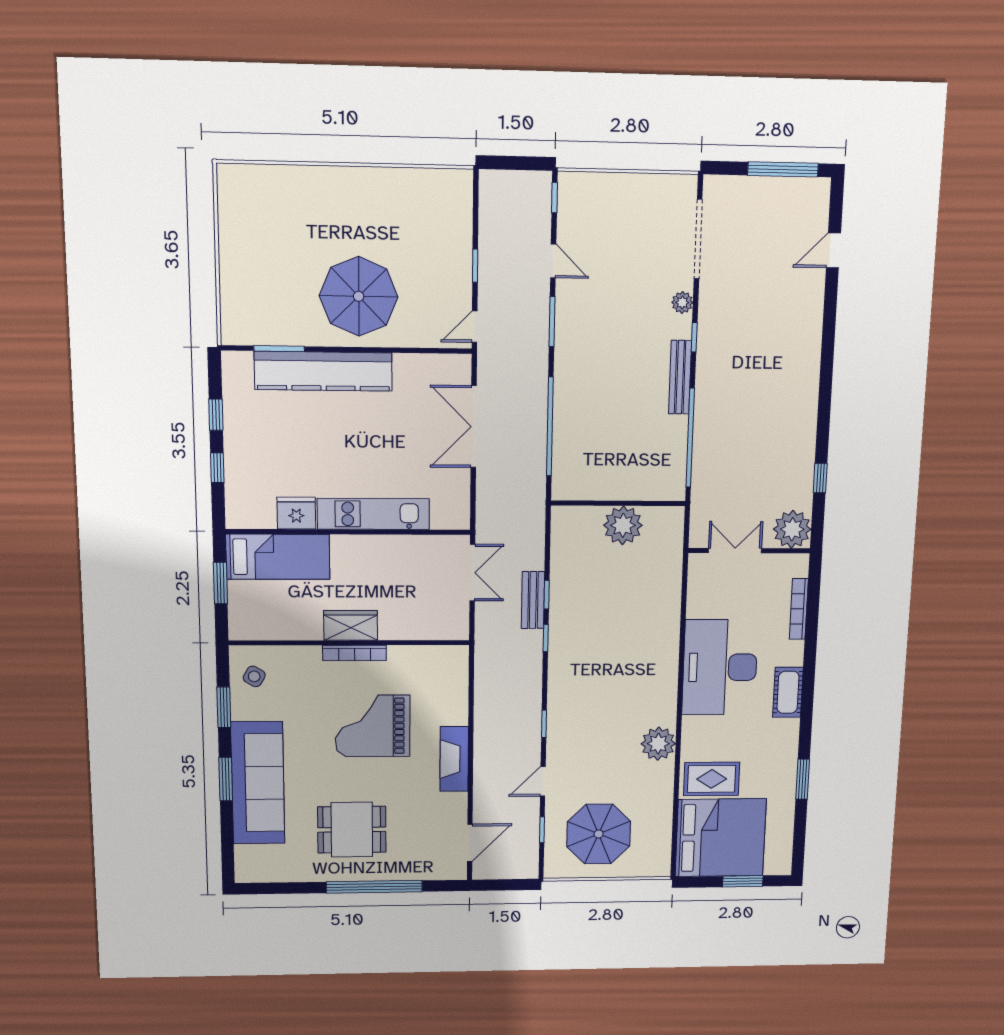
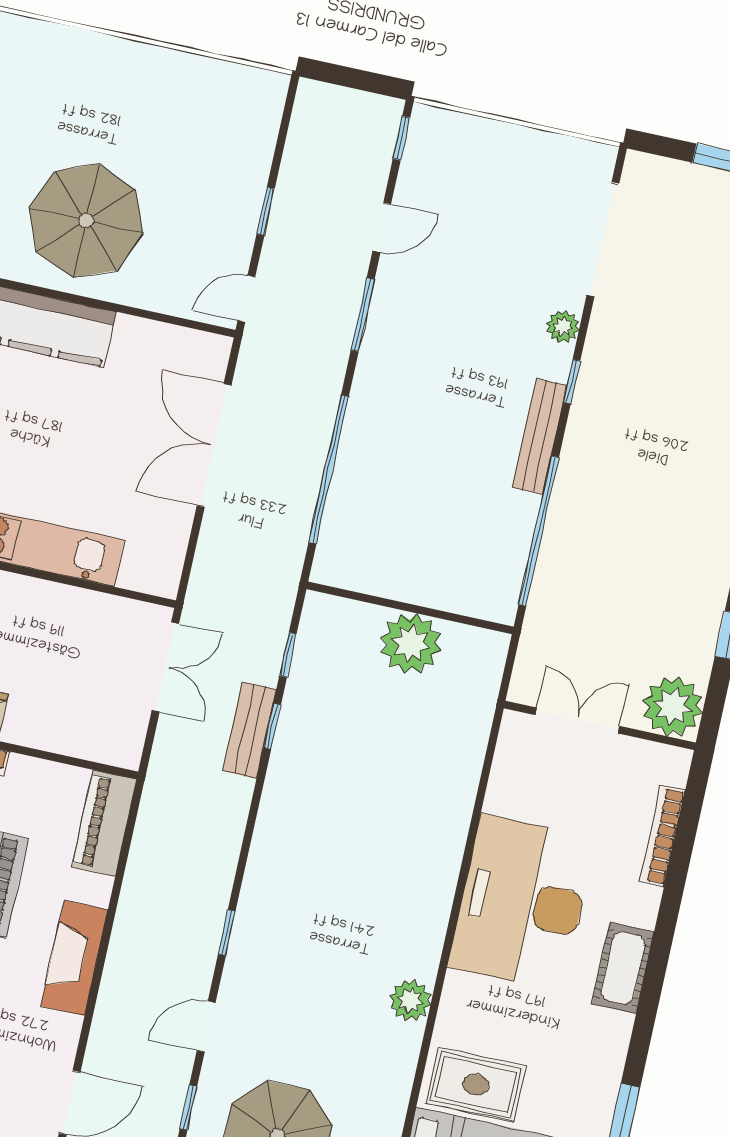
door: (553, 261) -> (382, 228), hinge flipped
window: (546, 638) -> (288, 655), moved
piano: (455, 676) -> (104, 823), added
plant: (658, 744) -> (410, 1000), width x0.73, depth x0.73

